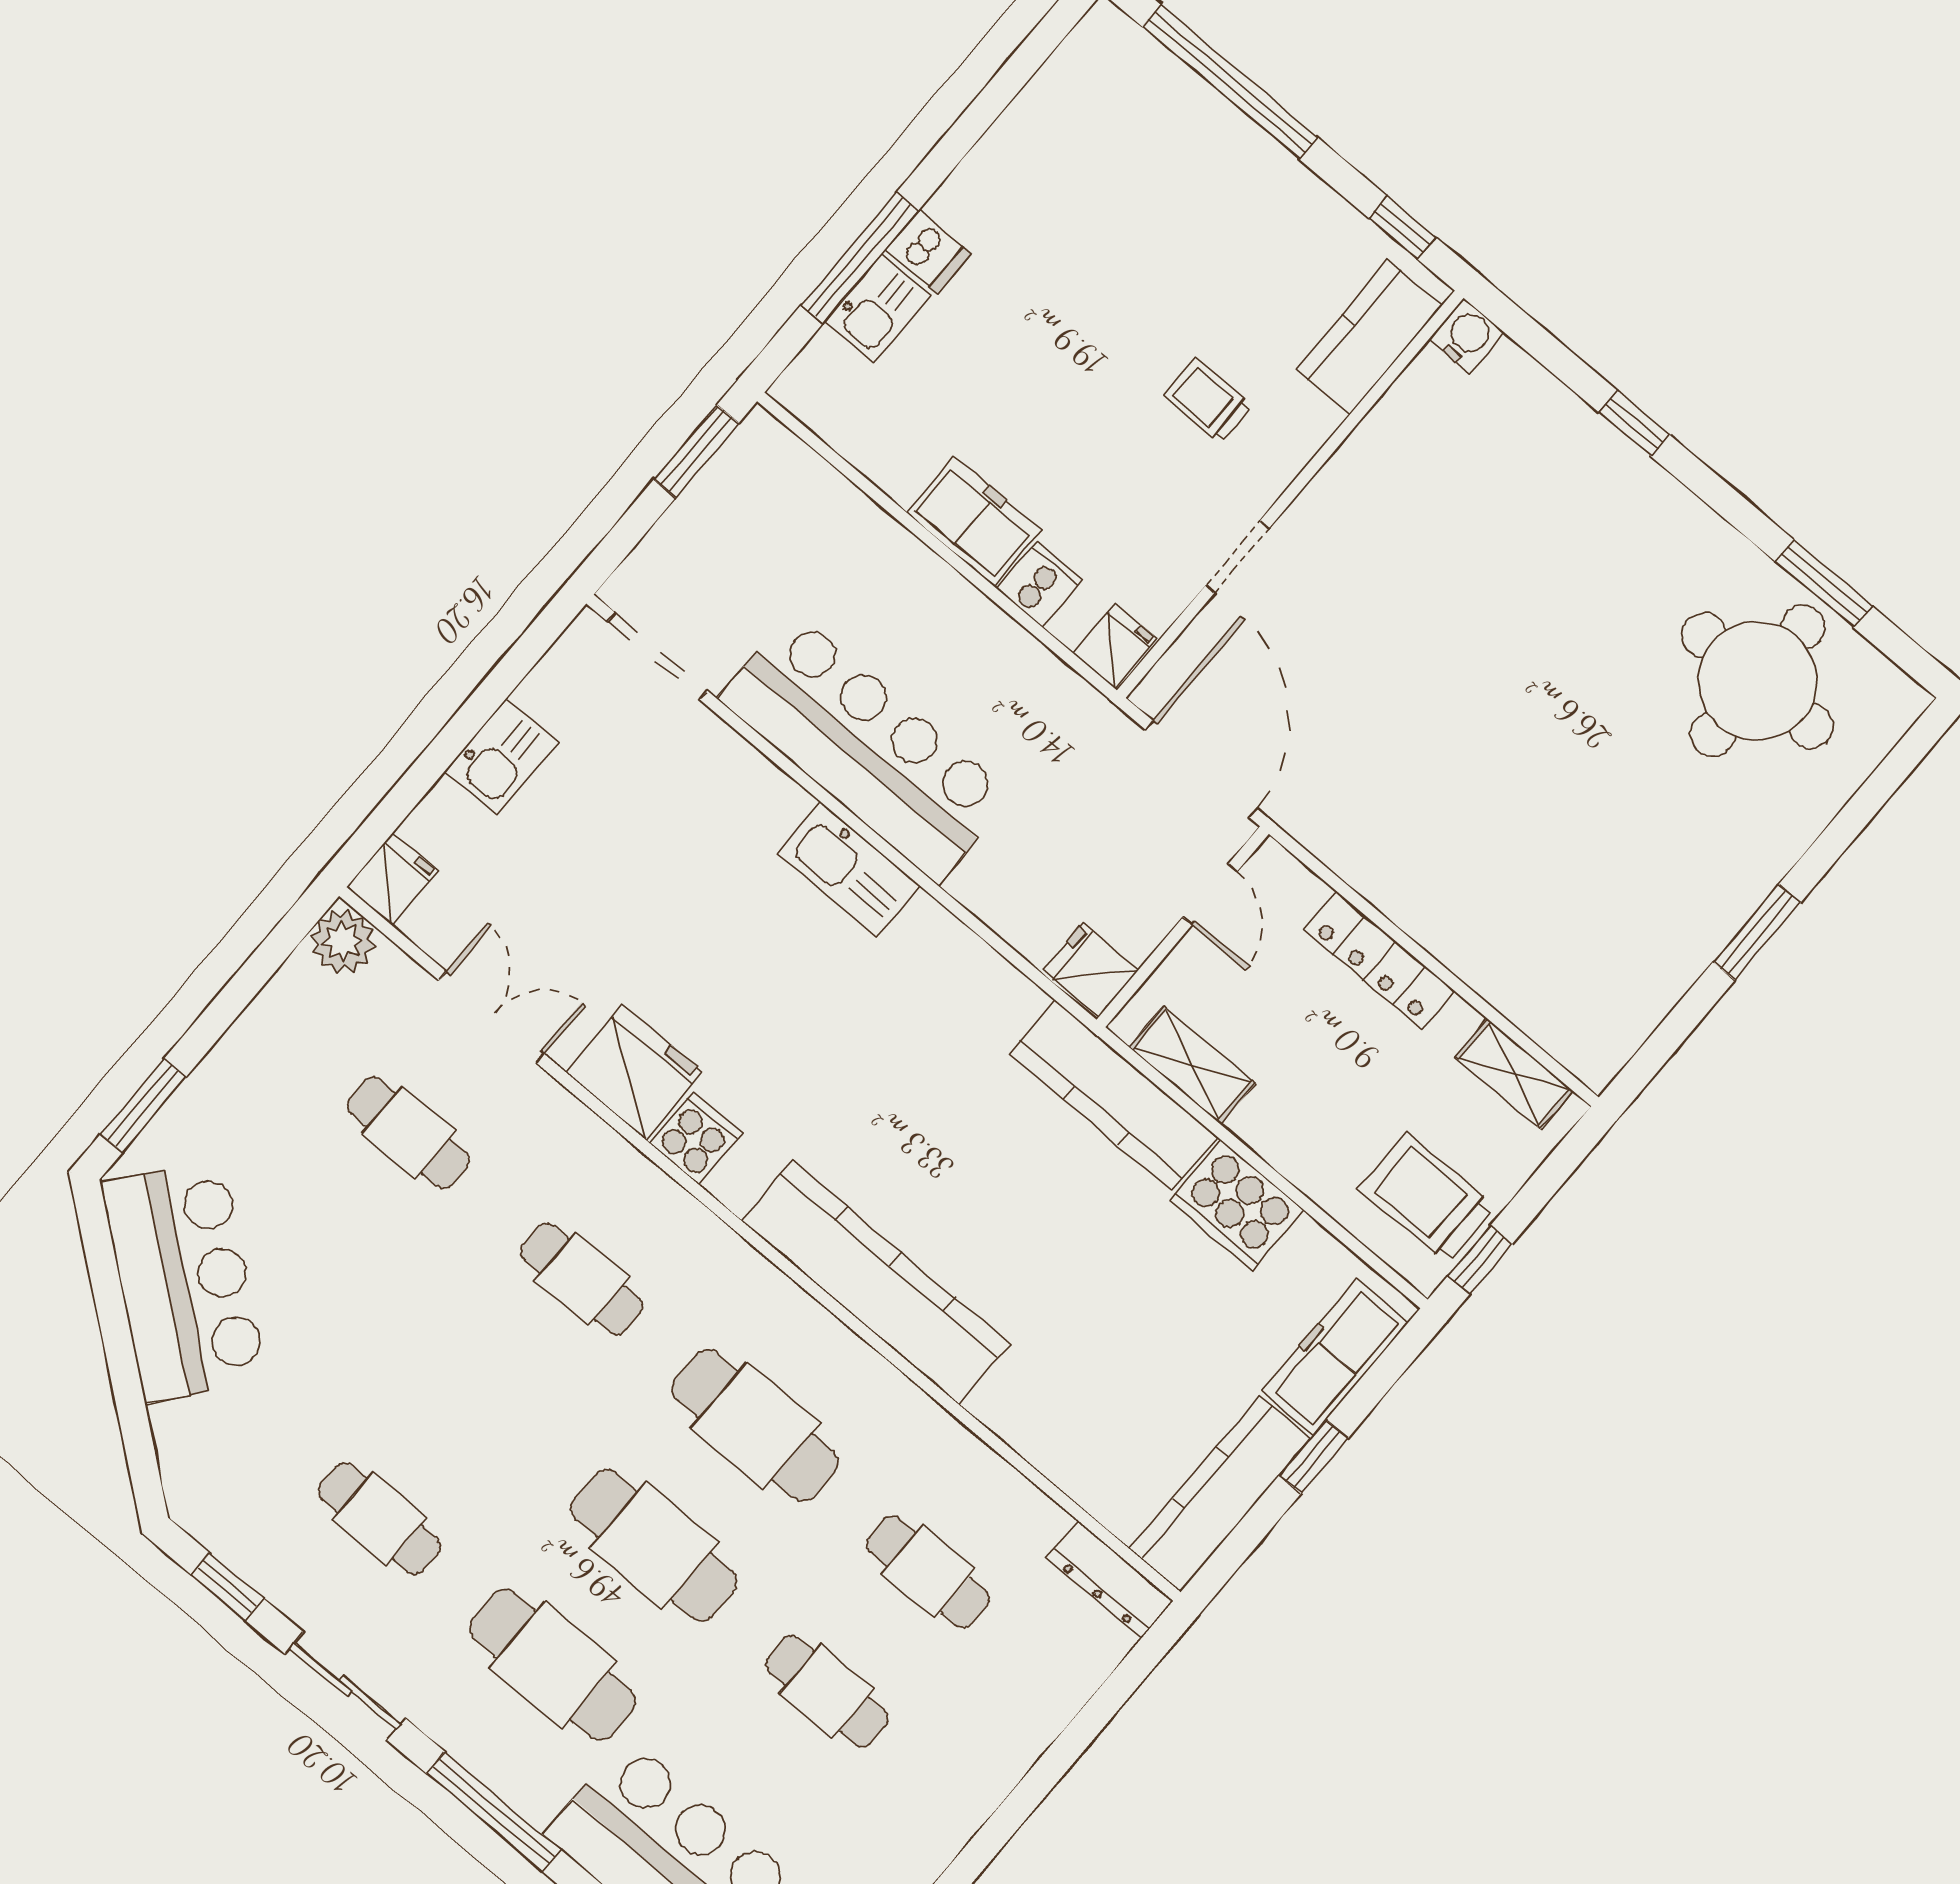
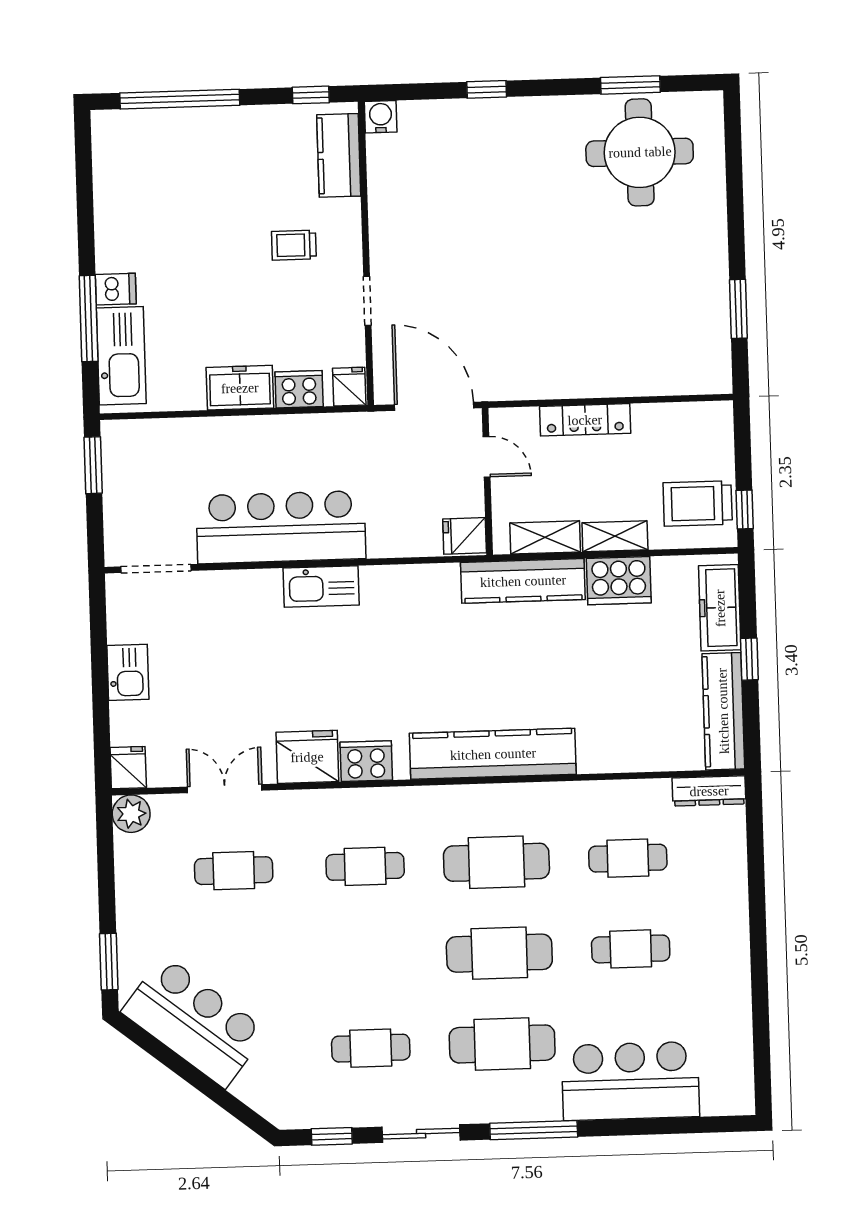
kitchen sink: (878, 308) -> (121, 356), width x1.88, depth x1.24
cooker: (1040, 584) -> (299, 389), width x1.36
window: (1757, 932) -> (738, 309), moved
shelving: (1514, 1074) -> (615, 536), moved
cooker: (696, 1138) -> (366, 761), width x1.36

